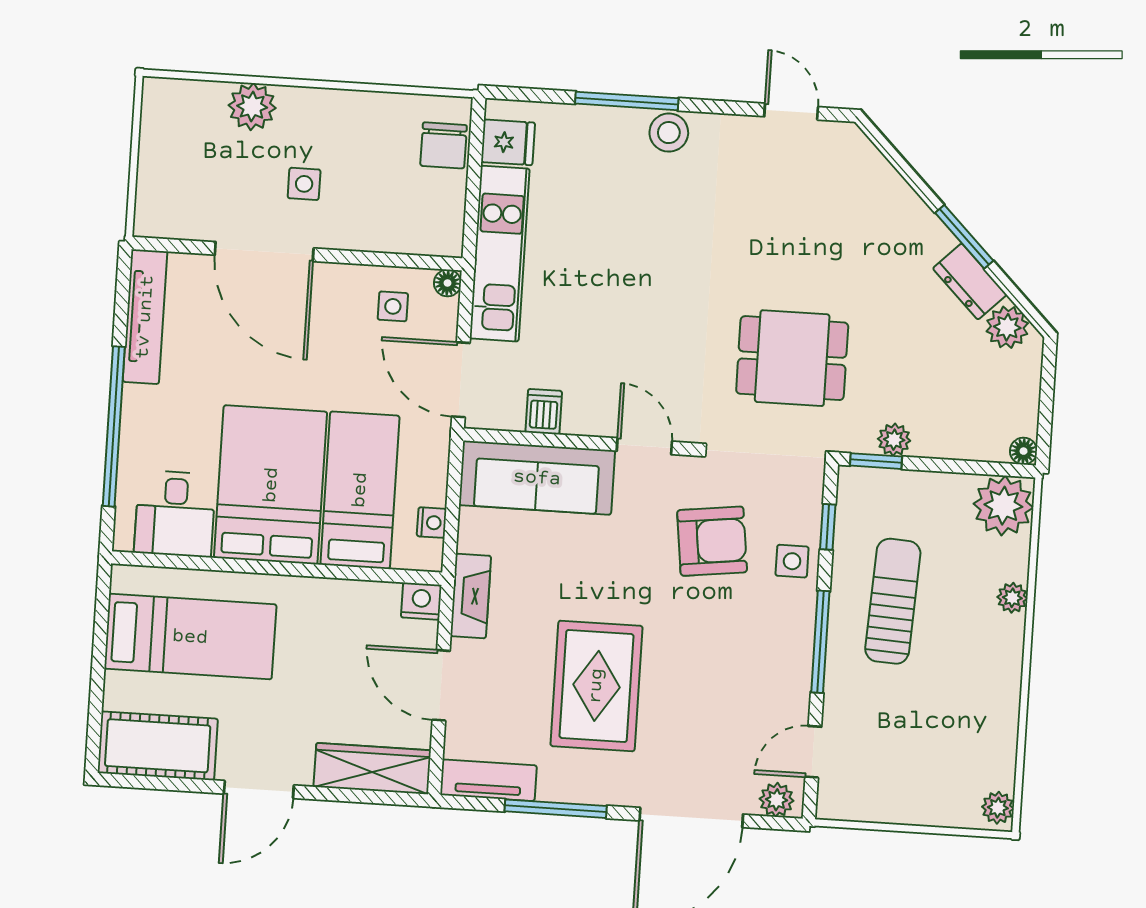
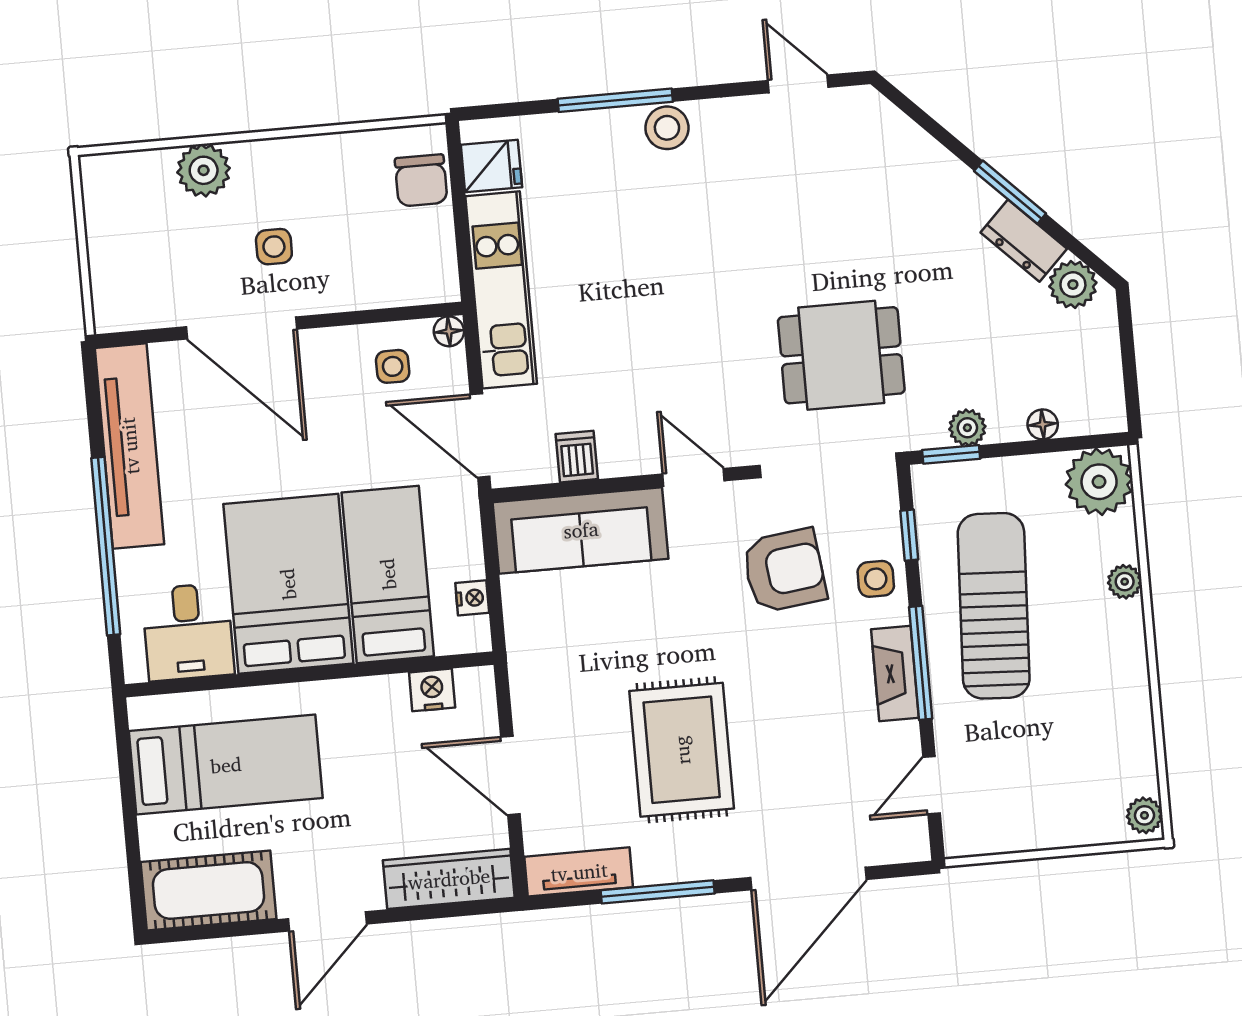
tv unit: (145, 317) -> (130, 446), width x1.36, depth x1.29
floor lamp: (1024, 451) -> (1043, 424), moved
fireplace: (471, 596) -> (895, 674), moved, turned 180
nightstand: (421, 601) -> (432, 690), moved
sun lounger: (893, 601) -> (994, 606), width x1.36, depth x1.34
plant: (777, 800) -> (899, 844), removed

